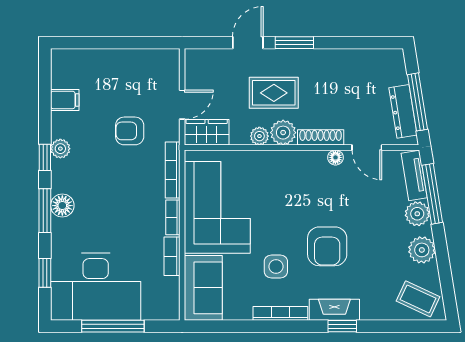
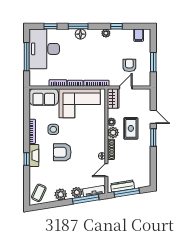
window: (125, 43) -> (153, 62), added
filing cabinet: (65, 100) -> (139, 35), moved
door: (182, 105) -> (126, 87), swing flipped
armchair: (130, 131) -> (129, 65), moved
window: (45, 157) -> (117, 26), moved

